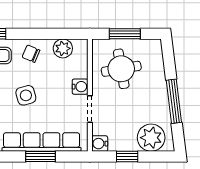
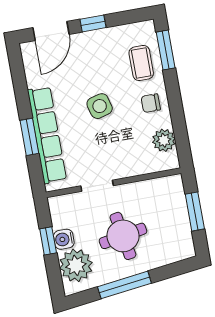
chair: (31, 54) -> (151, 103), turned -113
round table: (121, 69) -> (123, 236), moved
water cooler: (80, 87) -> (122, 169), removed
water cooler: (100, 144) -> (64, 239), moved, turned -90

